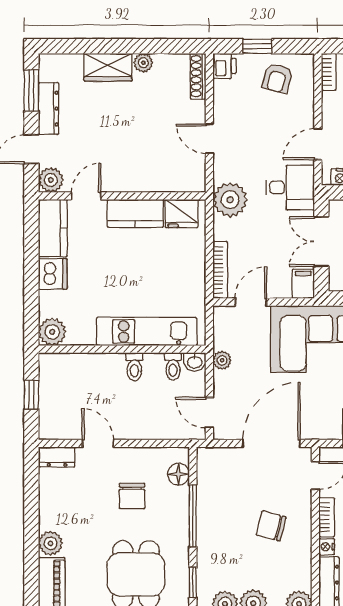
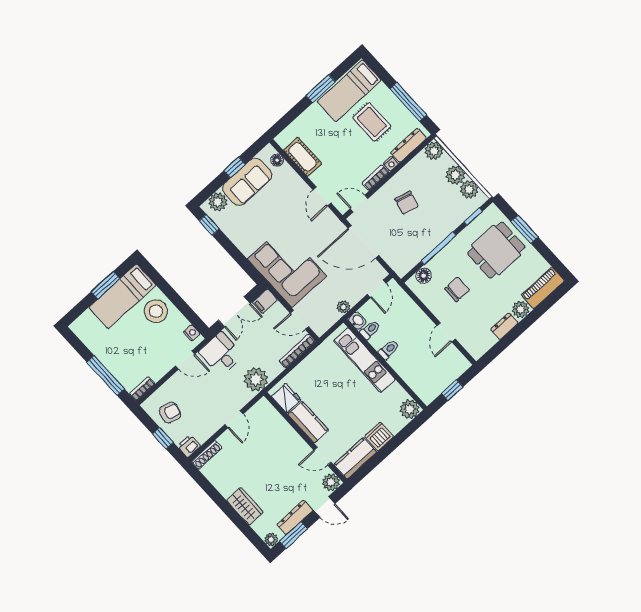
plant: (143, 63) -> (271, 540), moved
dresser: (57, 457) -> (504, 326), moved, turned -90

